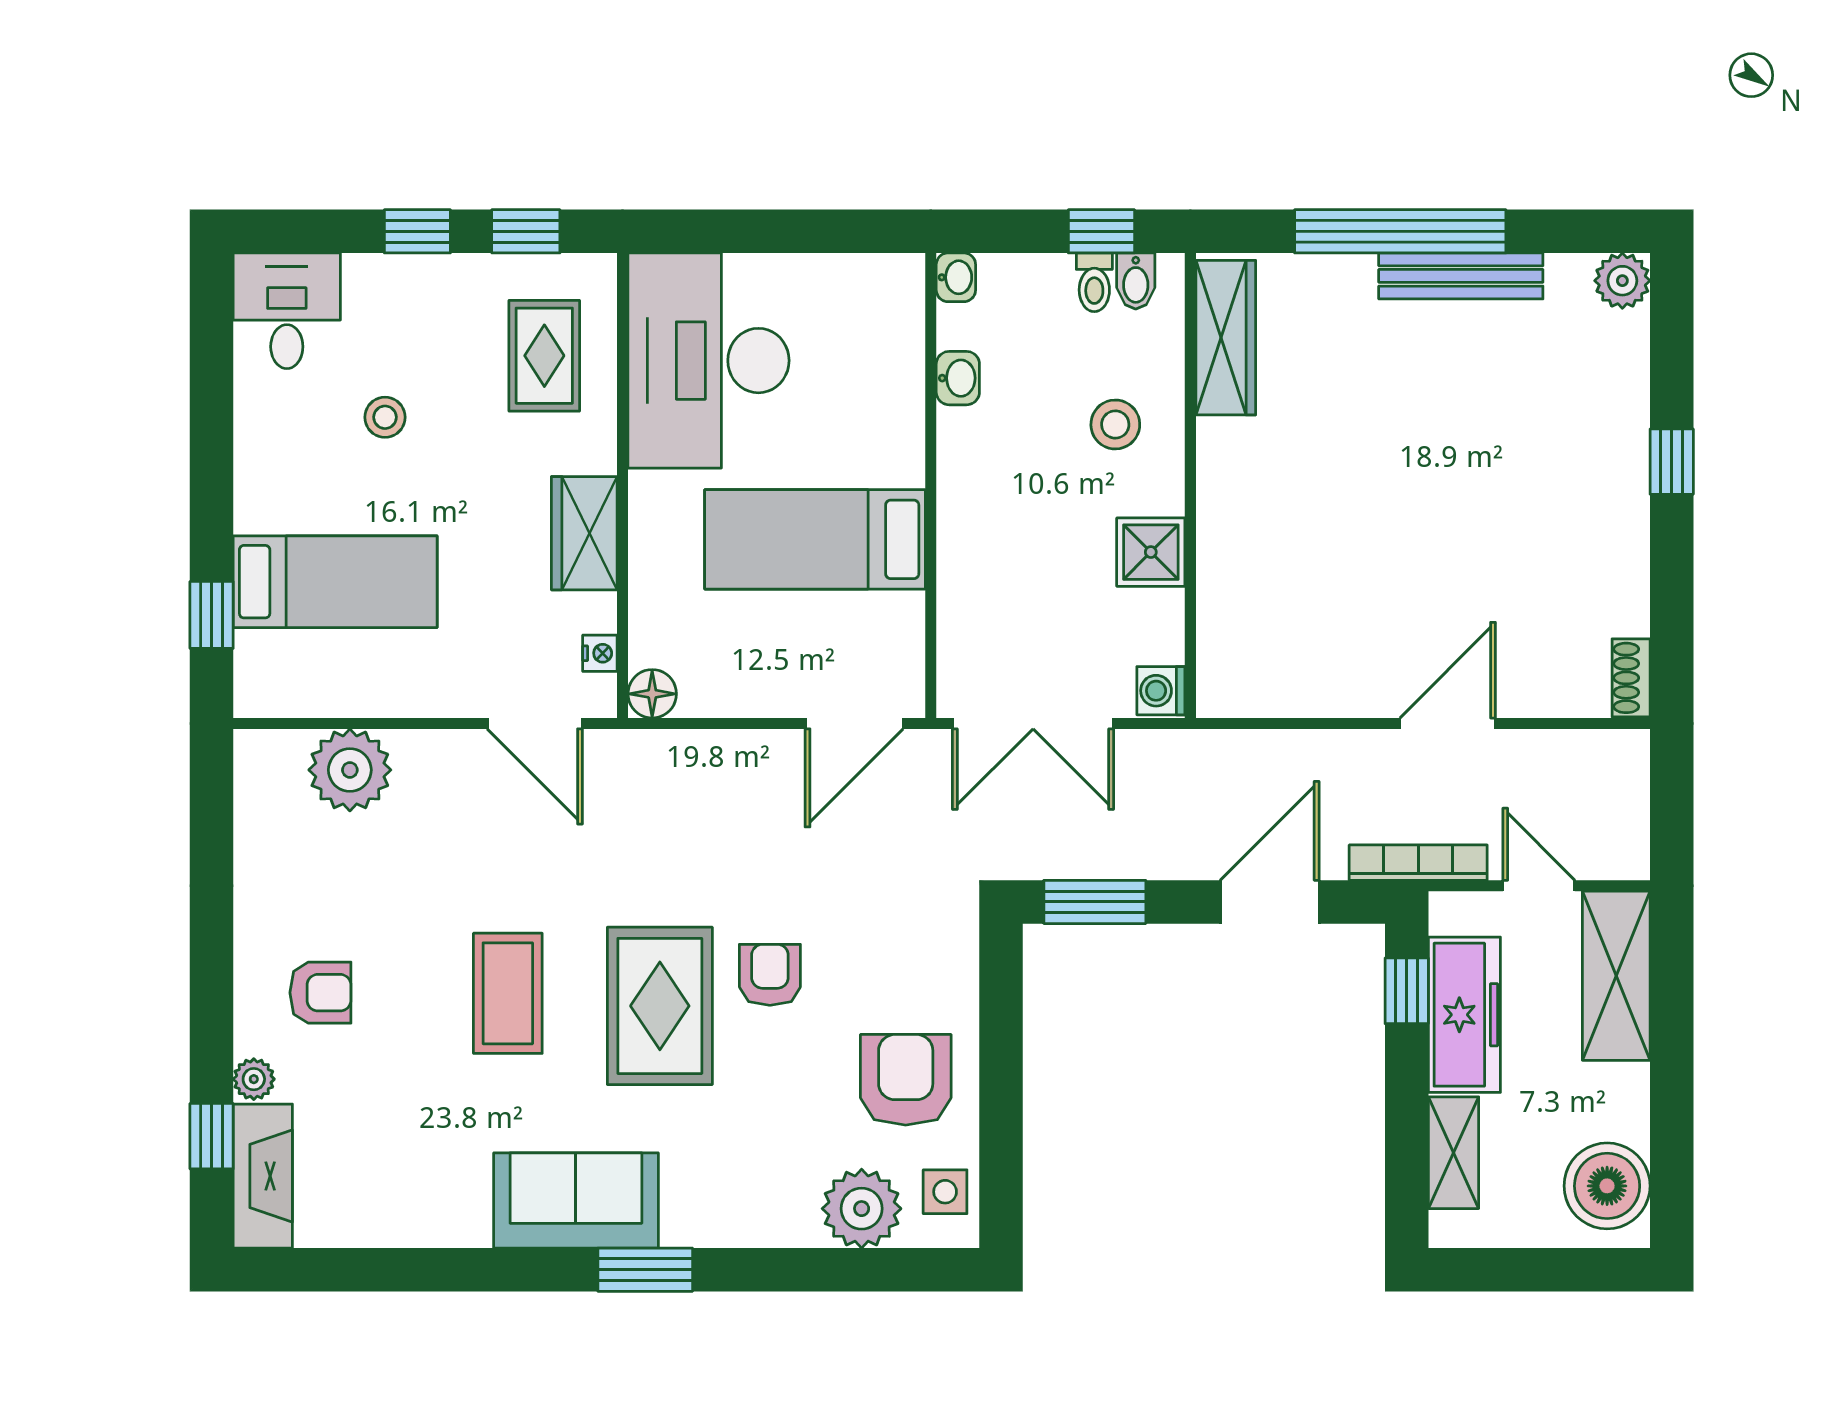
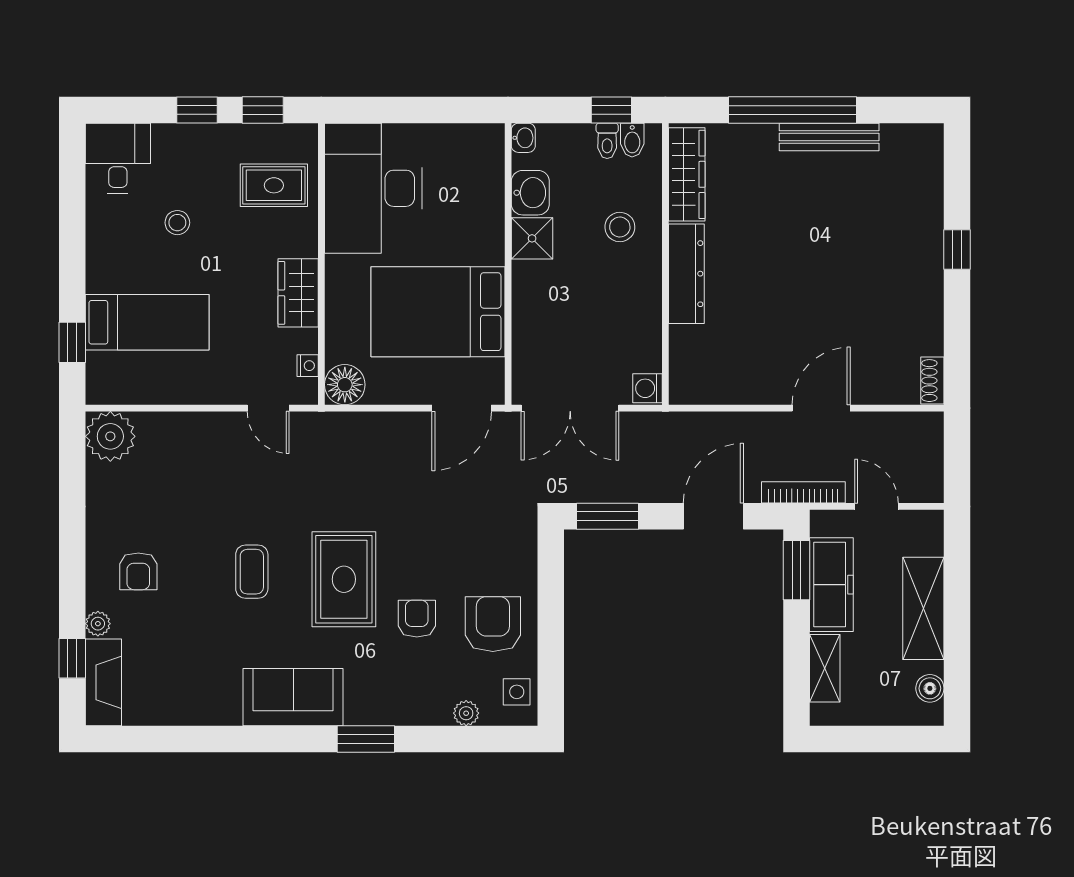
plant: (1622, 281) -> (927, 140), removed
rug: (544, 356) -> (274, 185), turned 90
washbasin: (958, 378) -> (530, 193), width x1.38, depth x1.45
dresser: (1225, 502) -> (686, 274), added
bed: (815, 539) -> (438, 312), width x1.50
shower: (1151, 552) -> (532, 238), moved
floor lamp: (652, 694) -> (345, 385), width x1.38, depth x1.38
door: (535, 723) -> (268, 408), width x0.73
plant: (350, 770) -> (110, 436), moved
armchair: (770, 975) -> (417, 619), moved
shelving: (1616, 976) -> (923, 608), moved
window: (1407, 991) -> (796, 570), width x1.50
armchair: (320, 993) -> (138, 571), turned 90
coffee table: (508, 993) -> (252, 572), width x0.73, depth x0.77
boiler: (1607, 1186) -> (930, 688), width x0.54, depth x0.54
plant: (862, 1209) -> (466, 713), width x0.53, depth x0.53
window: (645, 1270) -> (366, 739), moved

